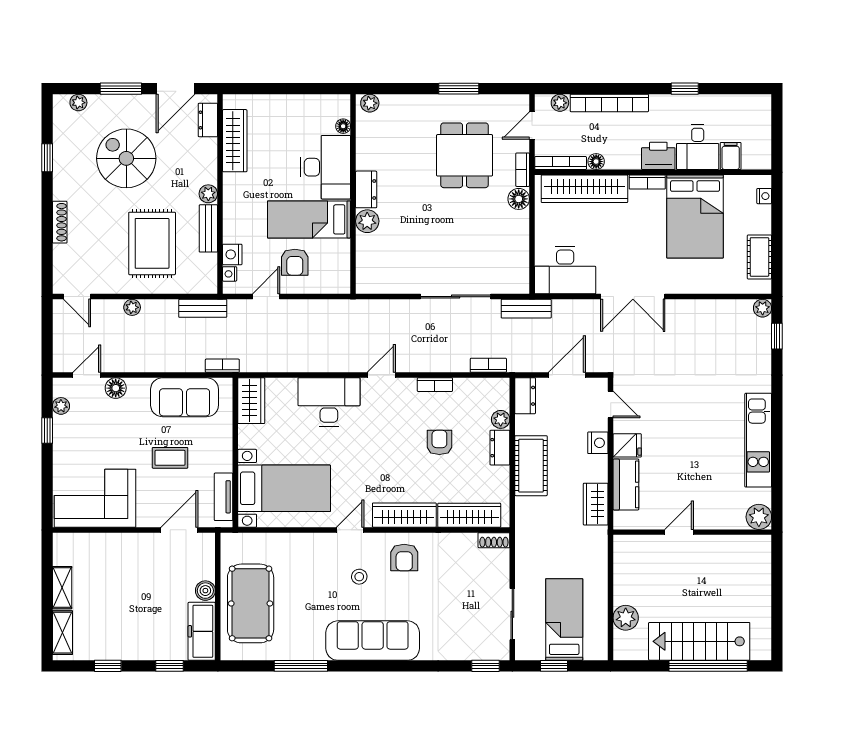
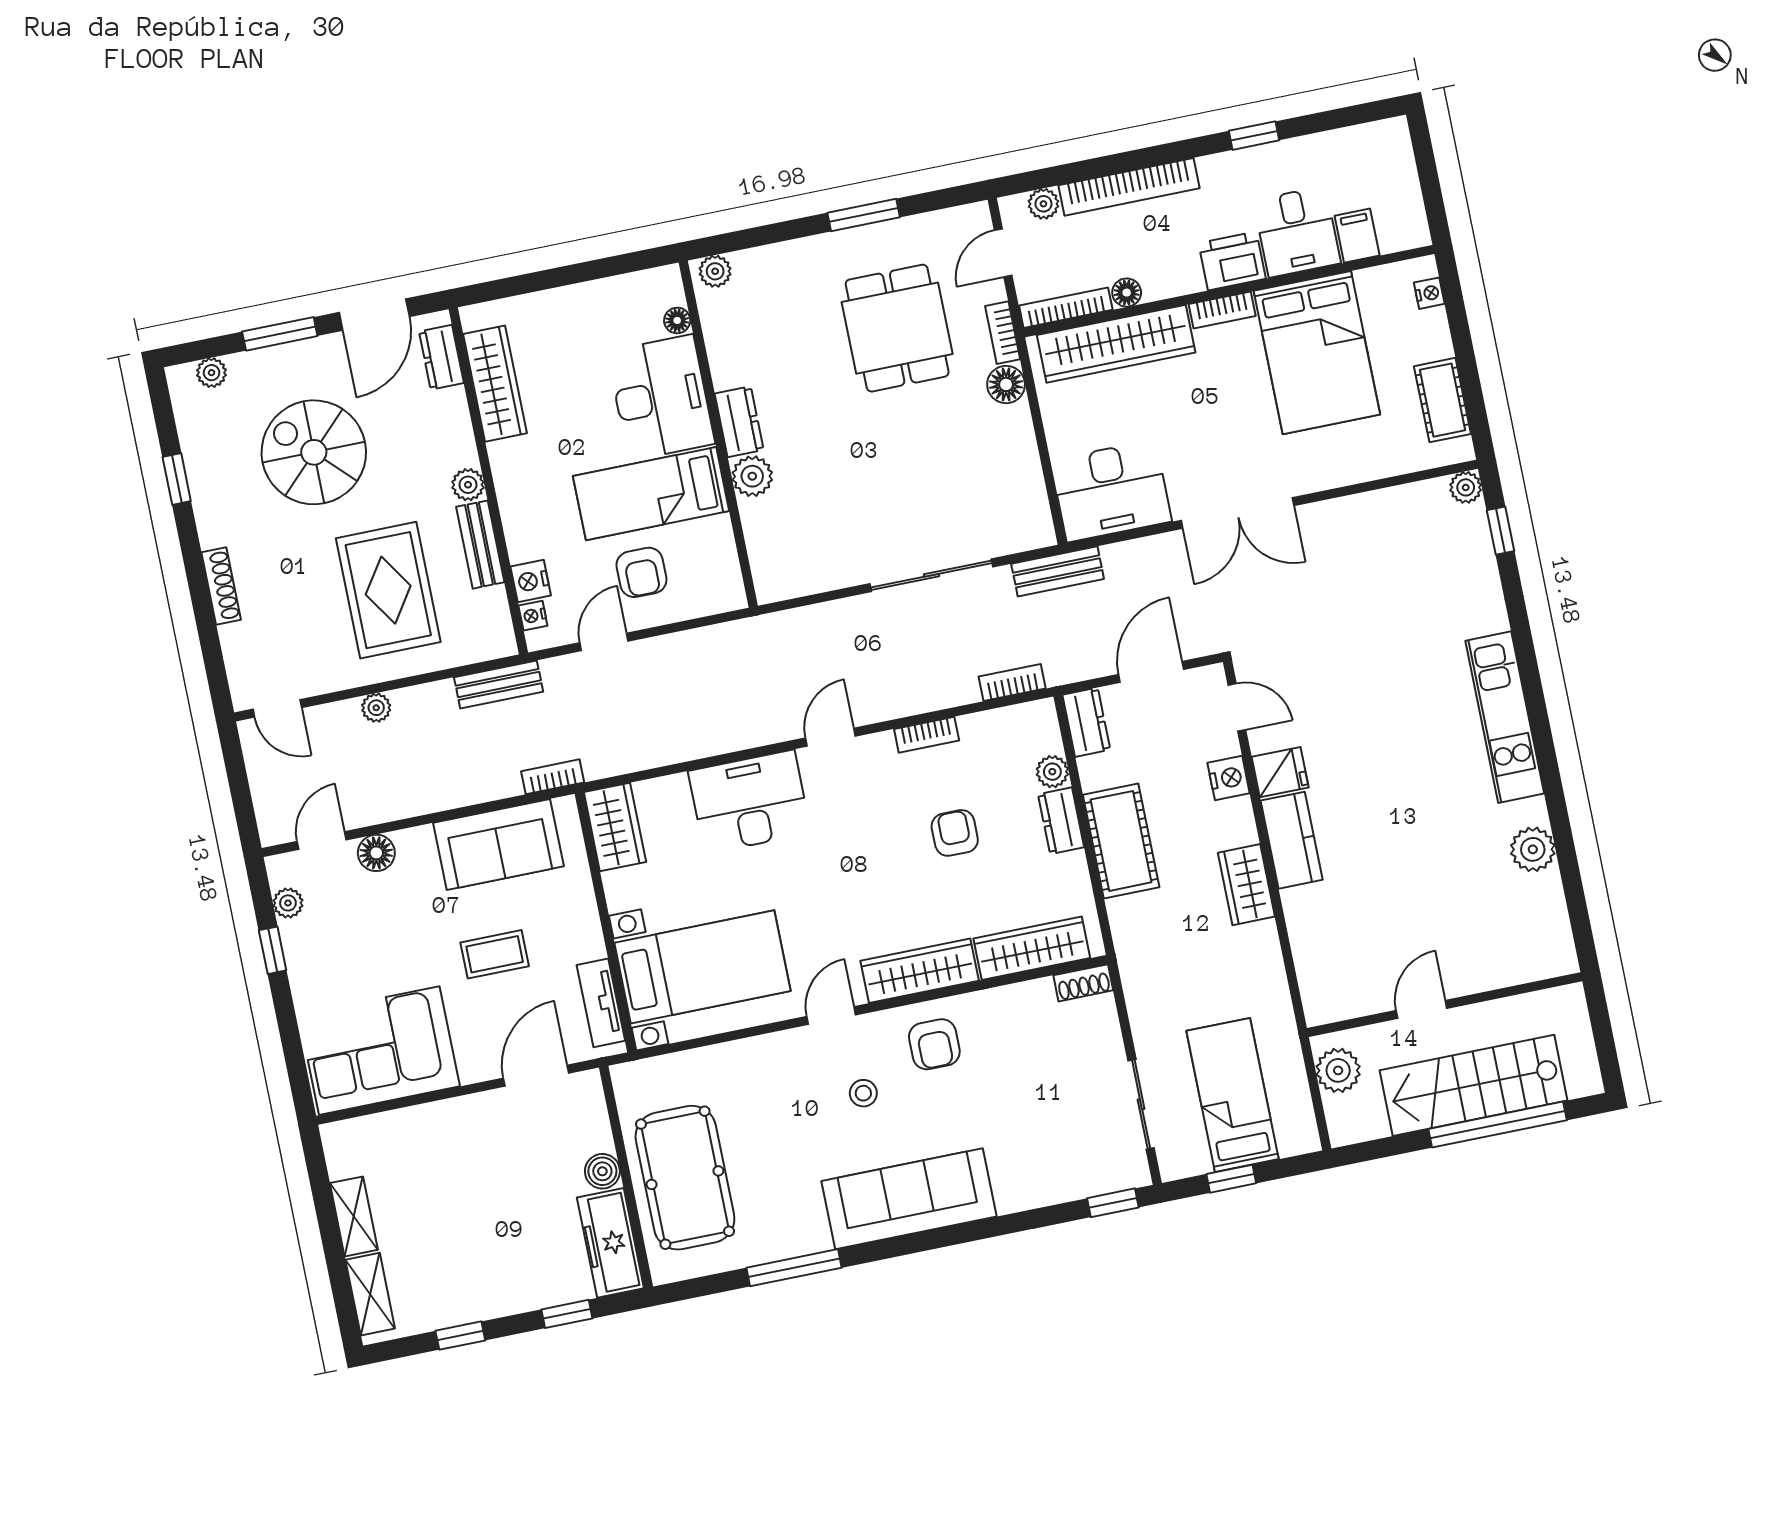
door: (679, 532) -> (1422, 1009), moved
wall: (692, 532) -> (1445, 1005), moved

